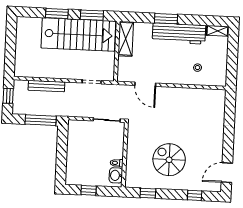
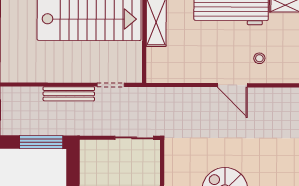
door: (145, 84) -> (232, 85), moved
bench: (46, 86) -> (69, 94), moved

